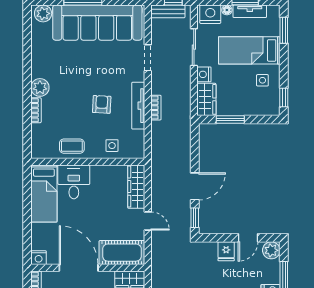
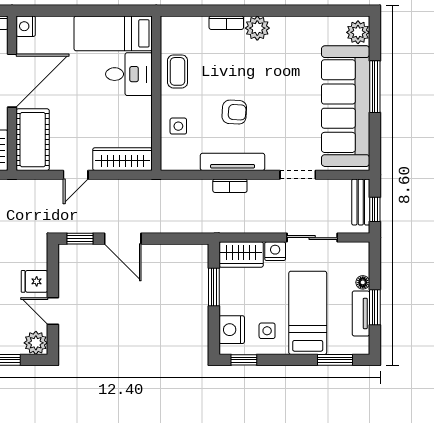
nightstand: (210, 14) -> (232, 330), moved, turned 180

